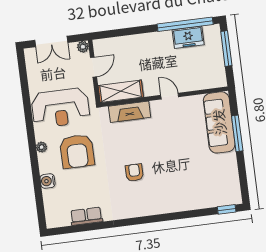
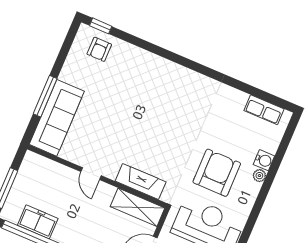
plant: (42, 147) -> (259, 176), moved
armchair: (134, 173) -> (99, 49), moved
row of seats: (86, 216) -> (264, 110), moved

